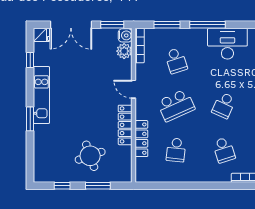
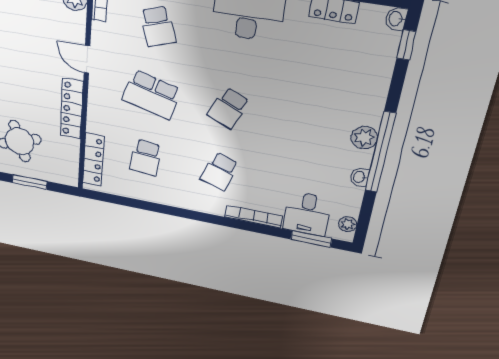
school desk: (176, 105) -> (152, 95), turned 39
locker: (141, 139) -> (93, 160), moved
school desk: (224, 150) -> (219, 172), turned 36

